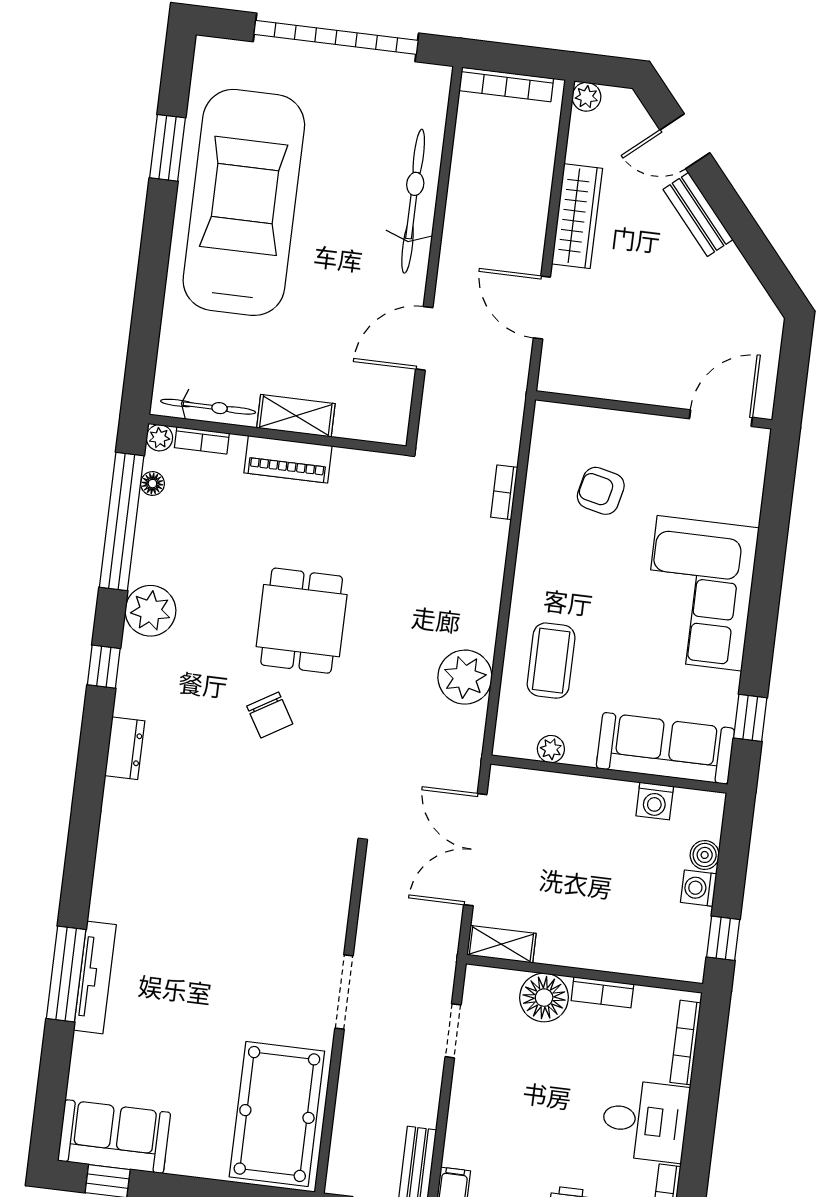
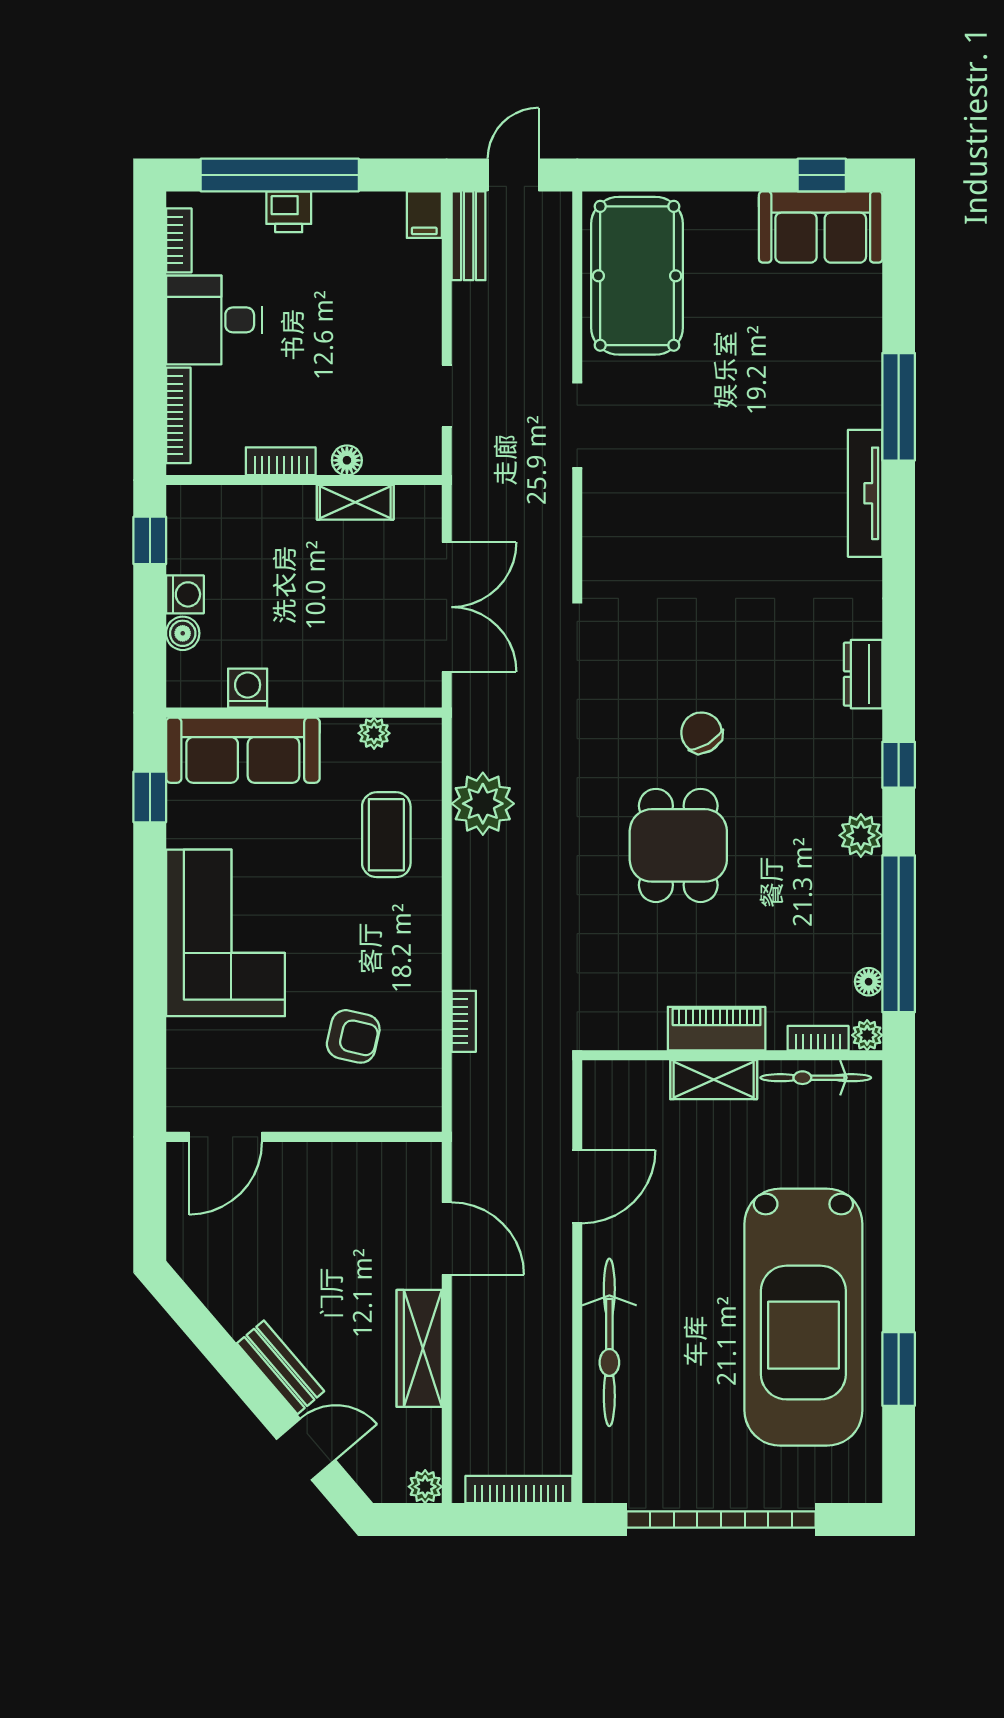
plant: (150, 611) -> (861, 835), width x0.73, depth x0.73
shelving: (501, 944) -> (355, 502), moved
tv unit: (95, 977) -> (865, 493), moved
floor lamp: (544, 998) -> (347, 460), width x0.53, depth x0.53

